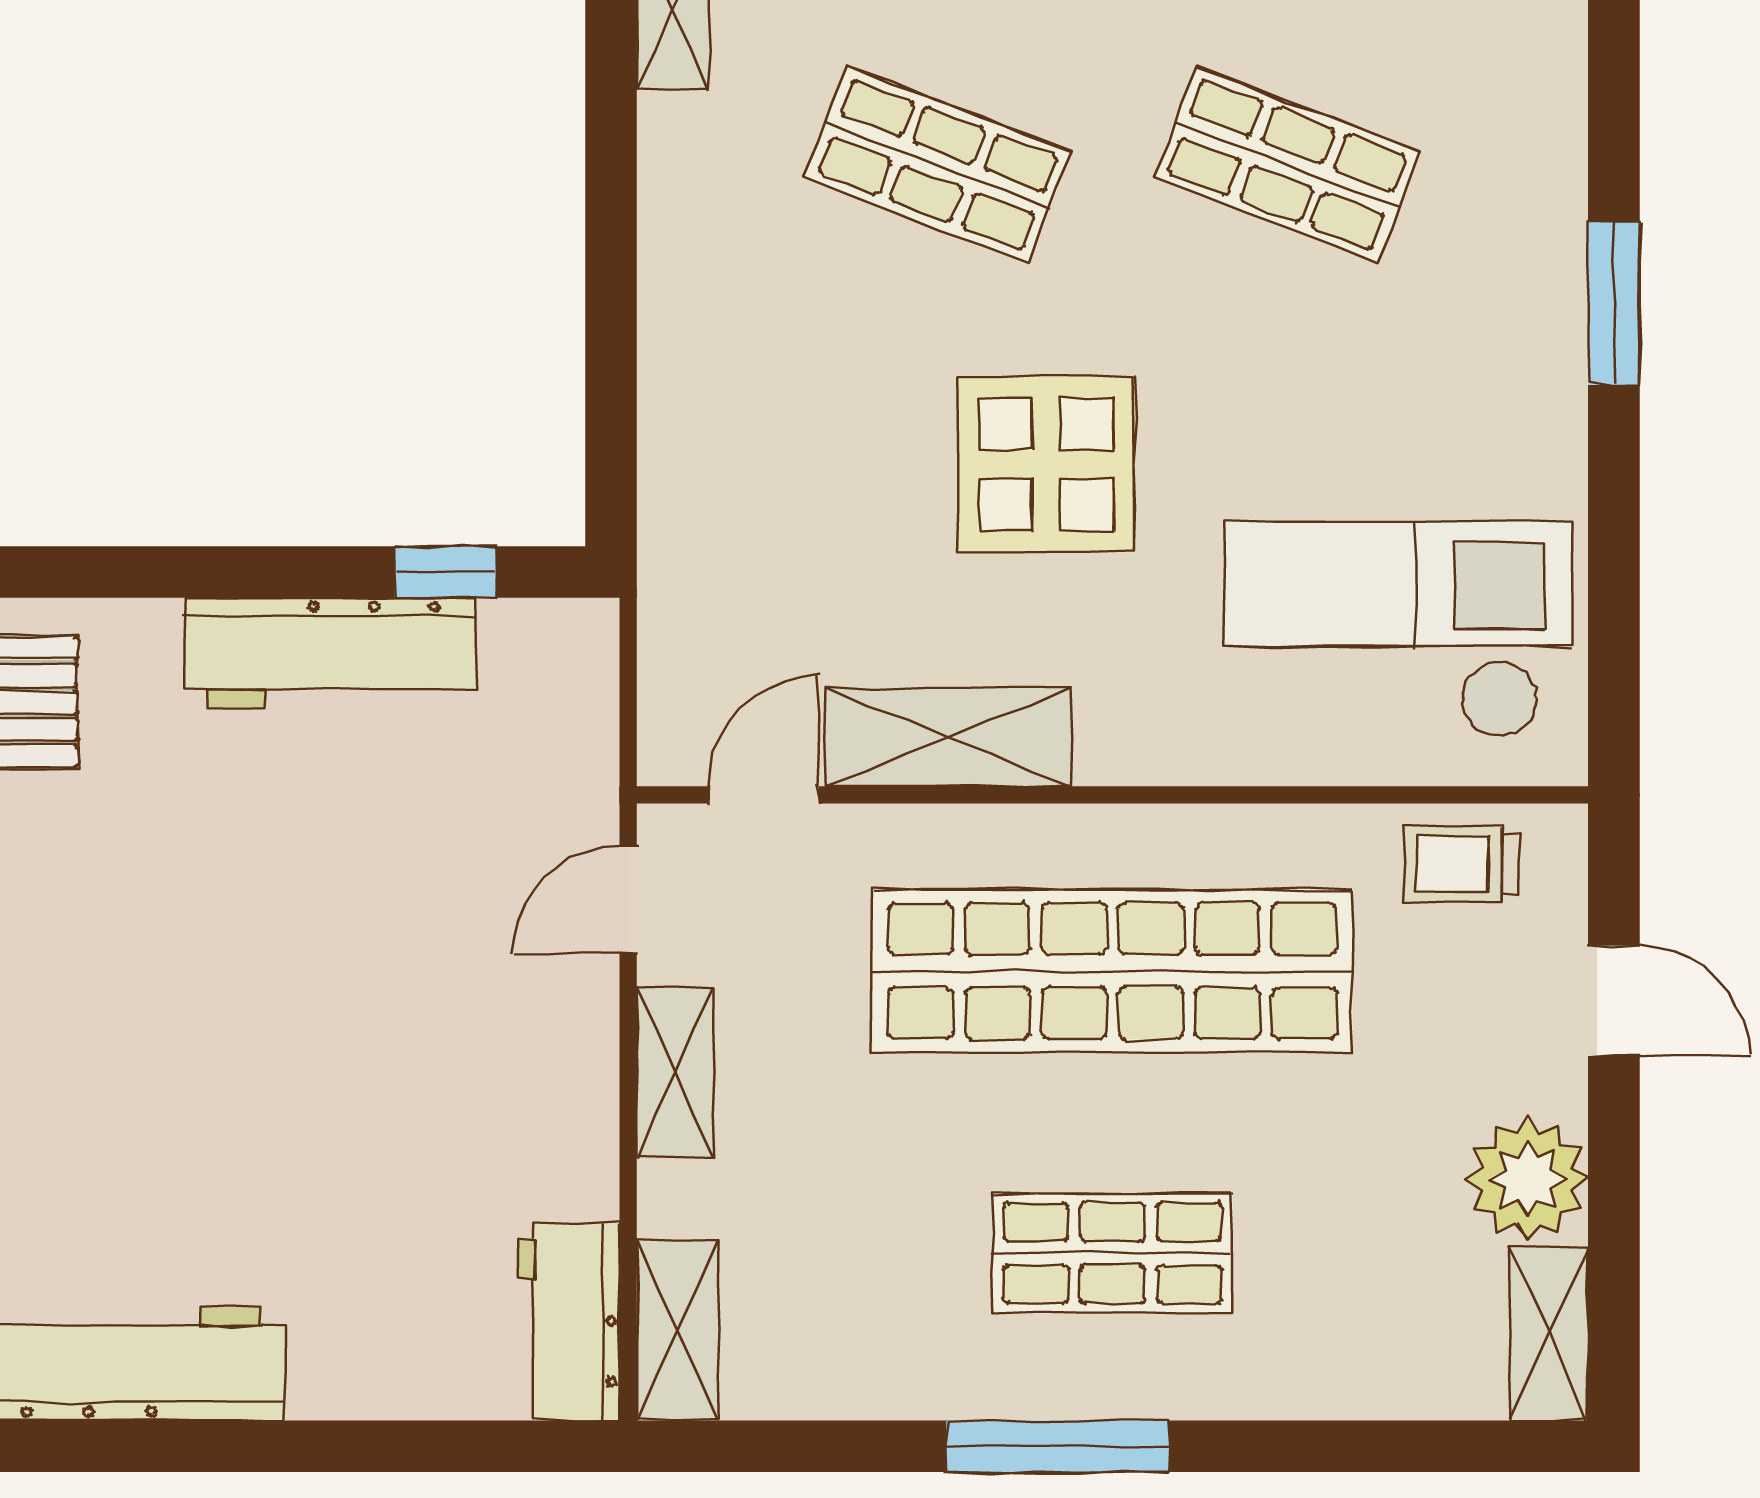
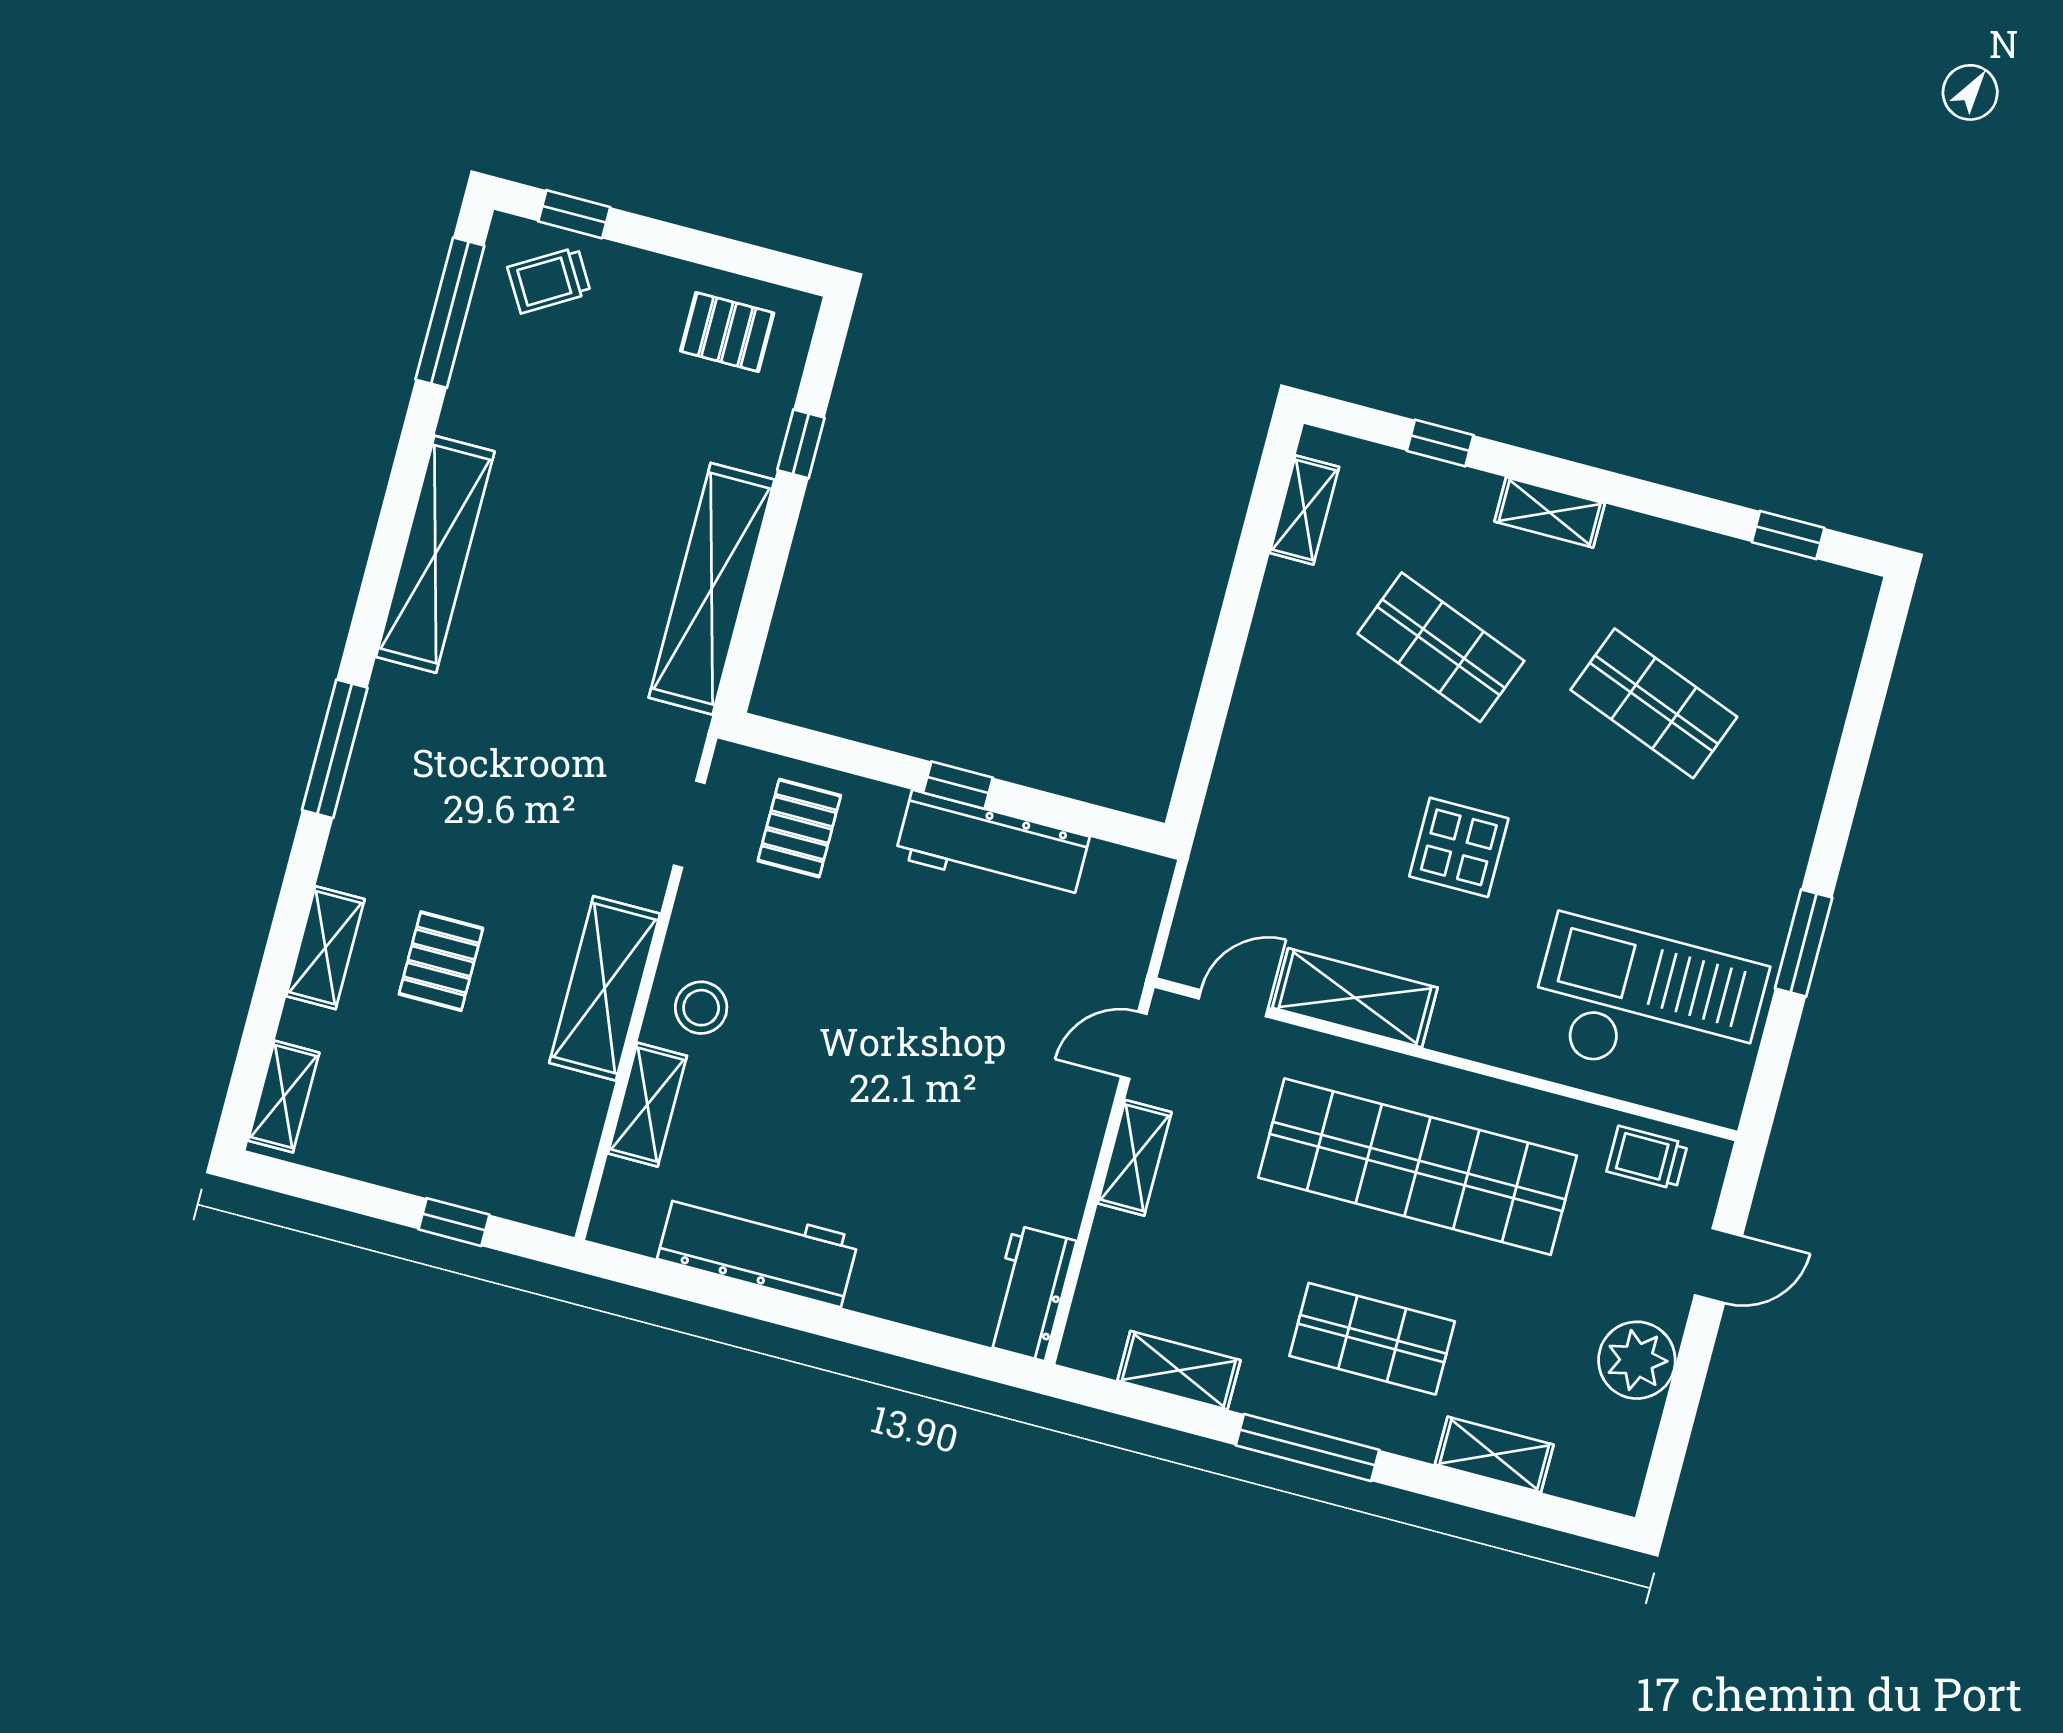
window: (1614, 303) -> (1804, 943), moved
display table: (1046, 464) -> (1459, 847), width x0.73, depth x0.73
window: (445, 572) -> (958, 785), moved
door: (1614, 1001) -> (1718, 1266), hinge flipped
shelving: (677, 1330) -> (1179, 1370), moved, turned 90
shelving: (1549, 1334) -> (1494, 1455), moved, turned 90

